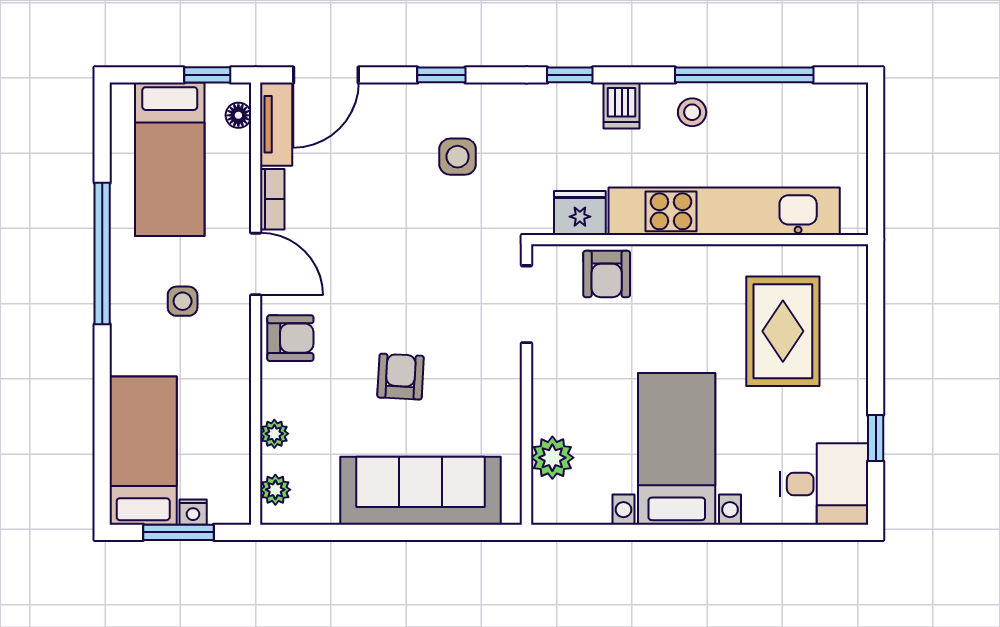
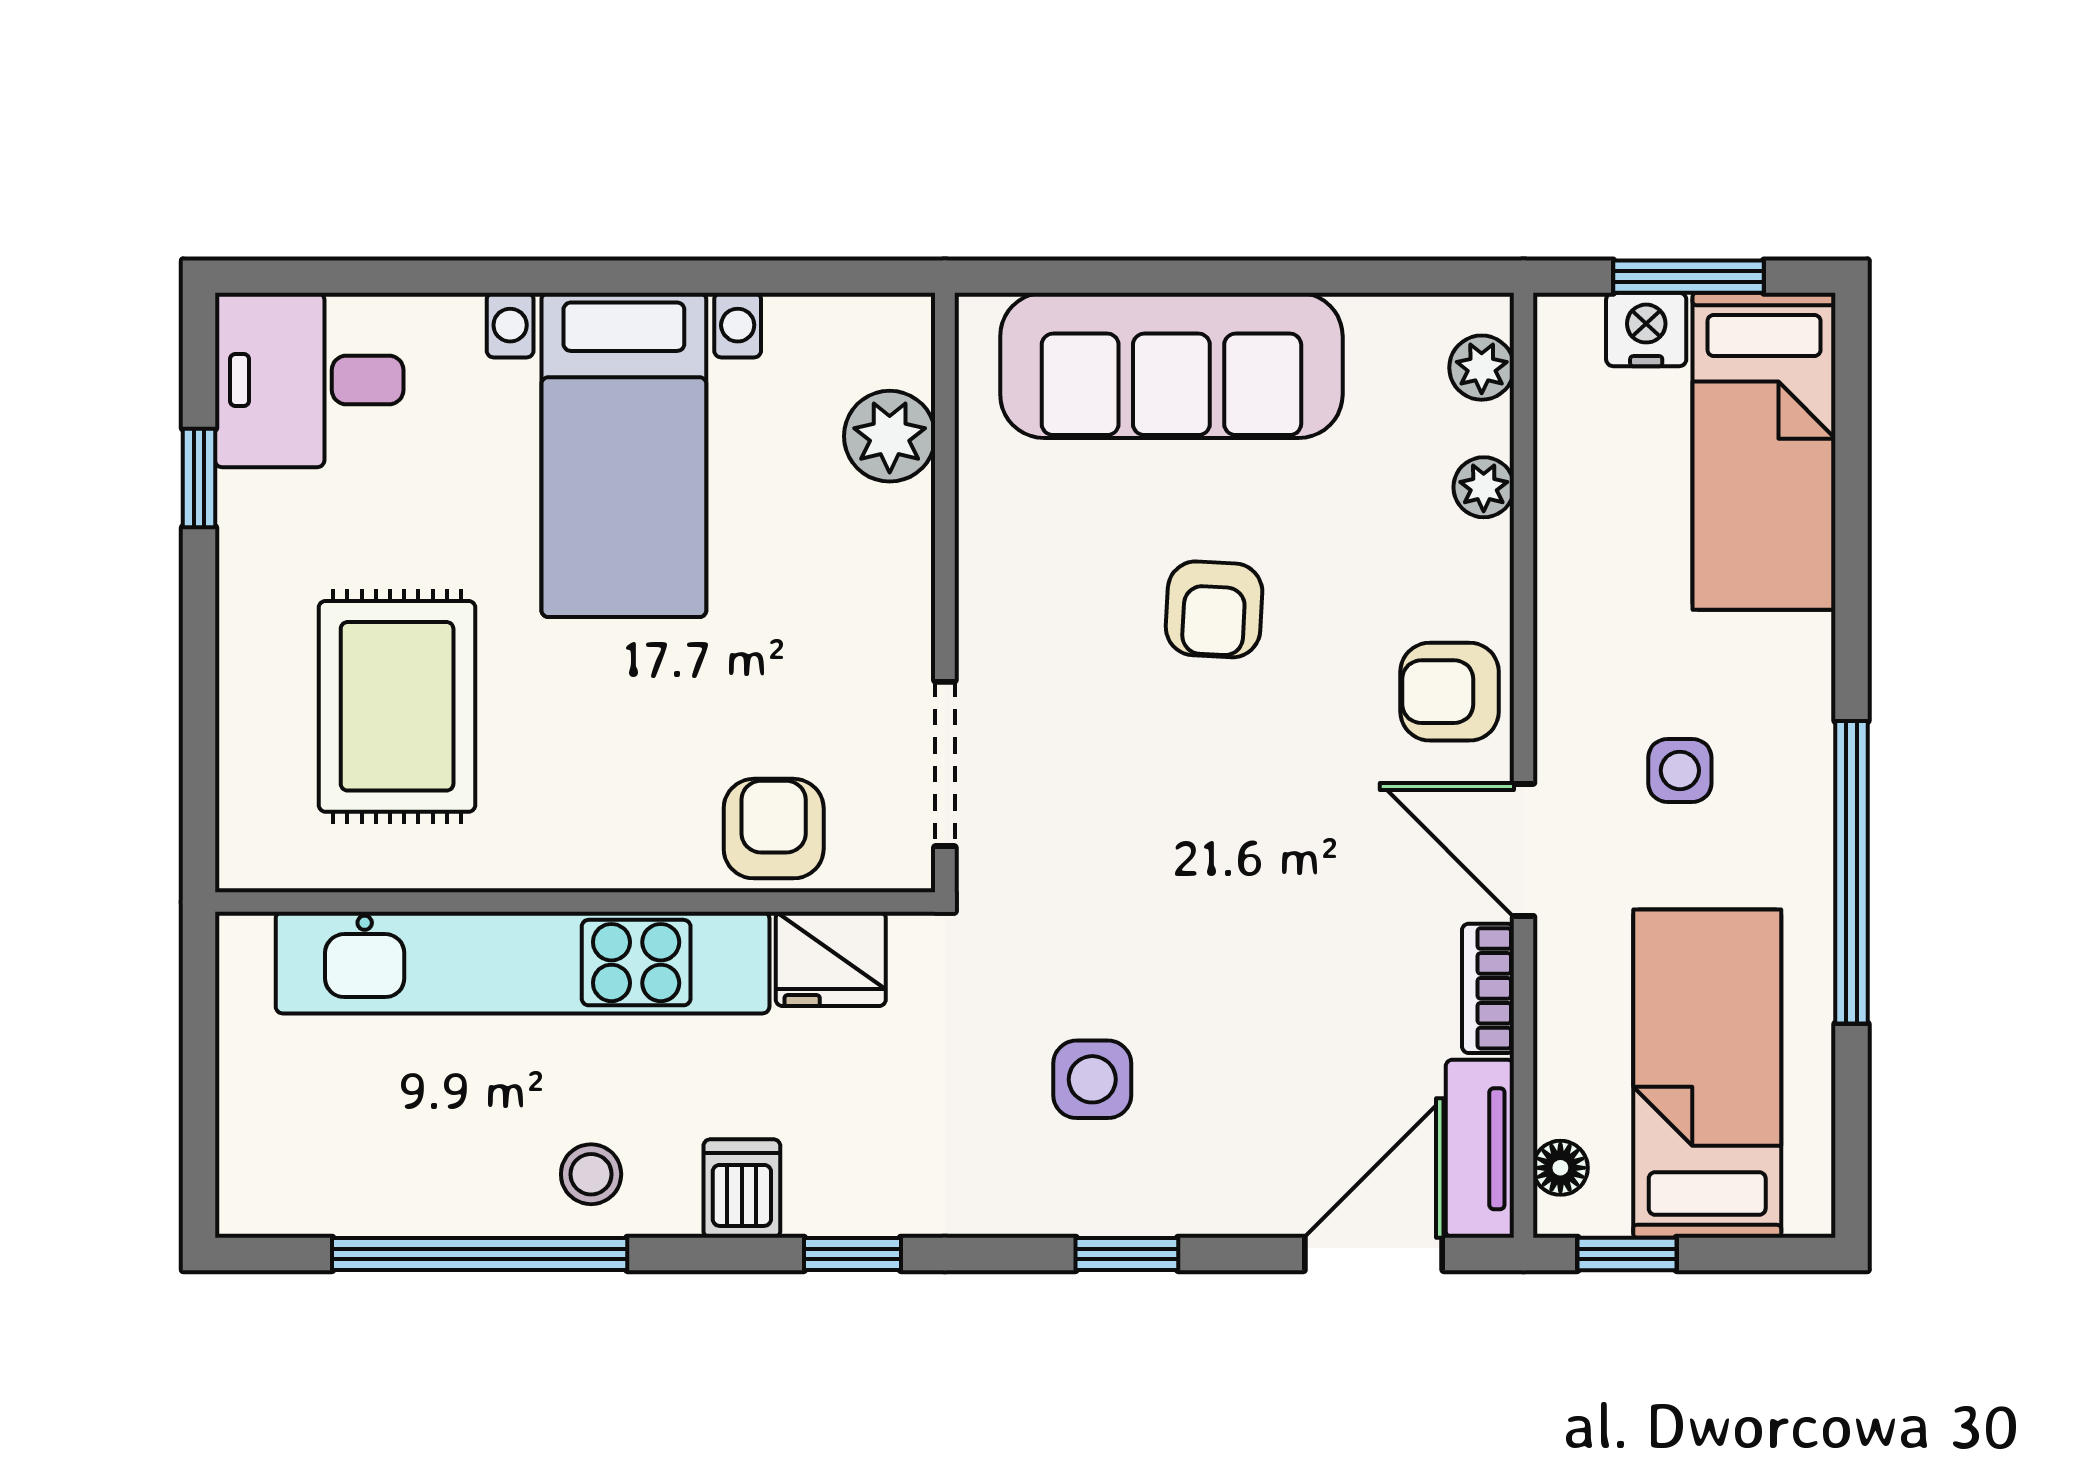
nightstand: (193, 512) -> (1646, 329), width x1.39, depth x1.35

